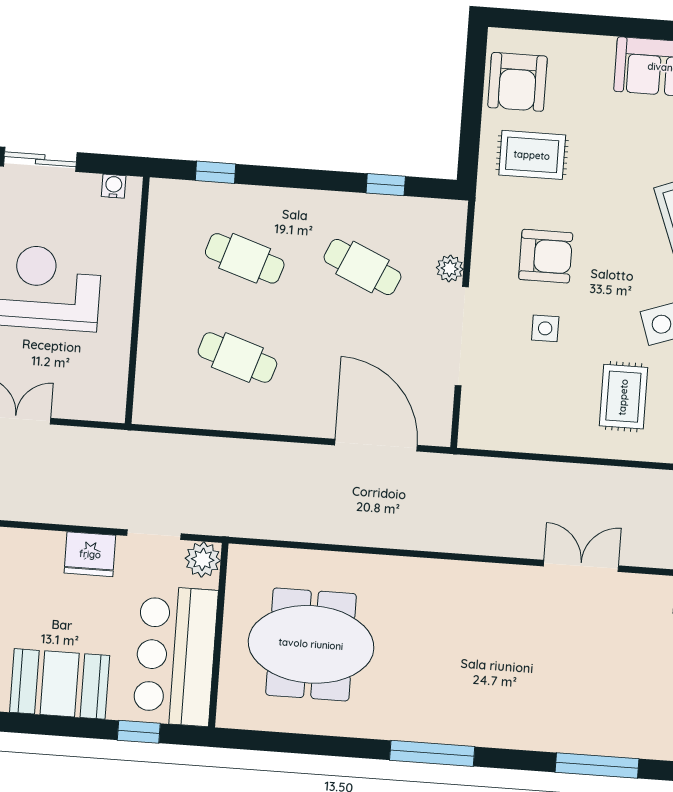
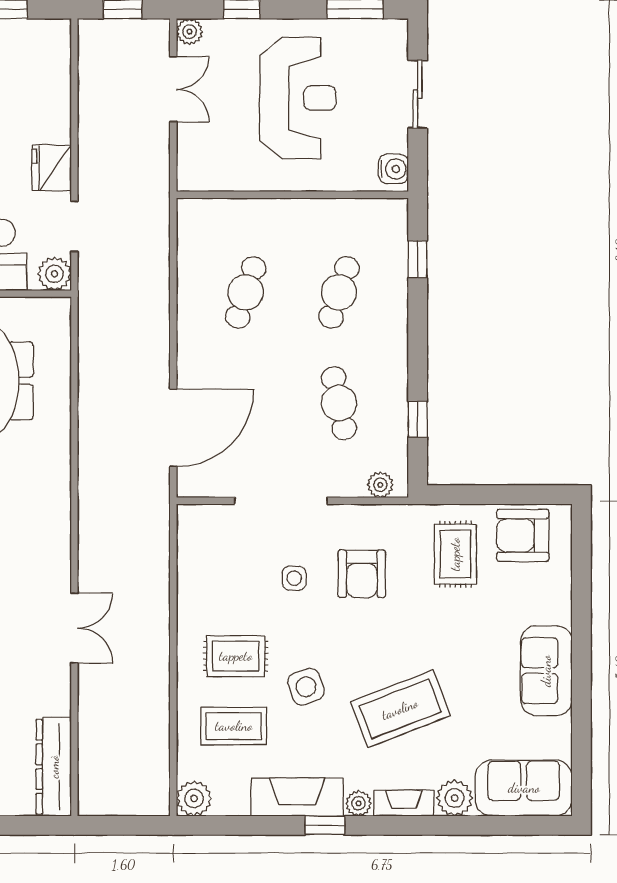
water cooler: (114, 186) -> (393, 169), width x1.38, depth x1.38
cafe table: (362, 267) -> (339, 403), turned -36
plant: (450, 268) -> (380, 485), moved

